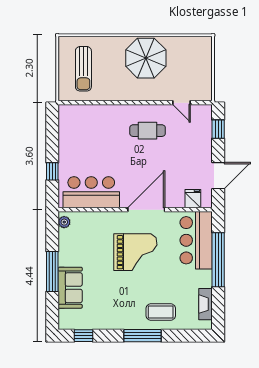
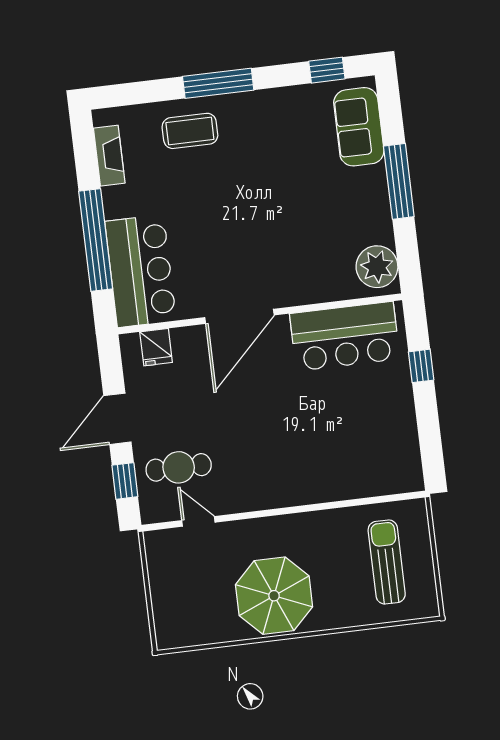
cafe table: (148, 131) -> (179, 467), moved
door: (218, 176) -> (117, 419), moved
plant: (64, 222) -> (377, 267), width x1.88, depth x1.88
grand piano: (135, 252) -> (250, 236), removed
sofa: (70, 288) -> (359, 127), moved

